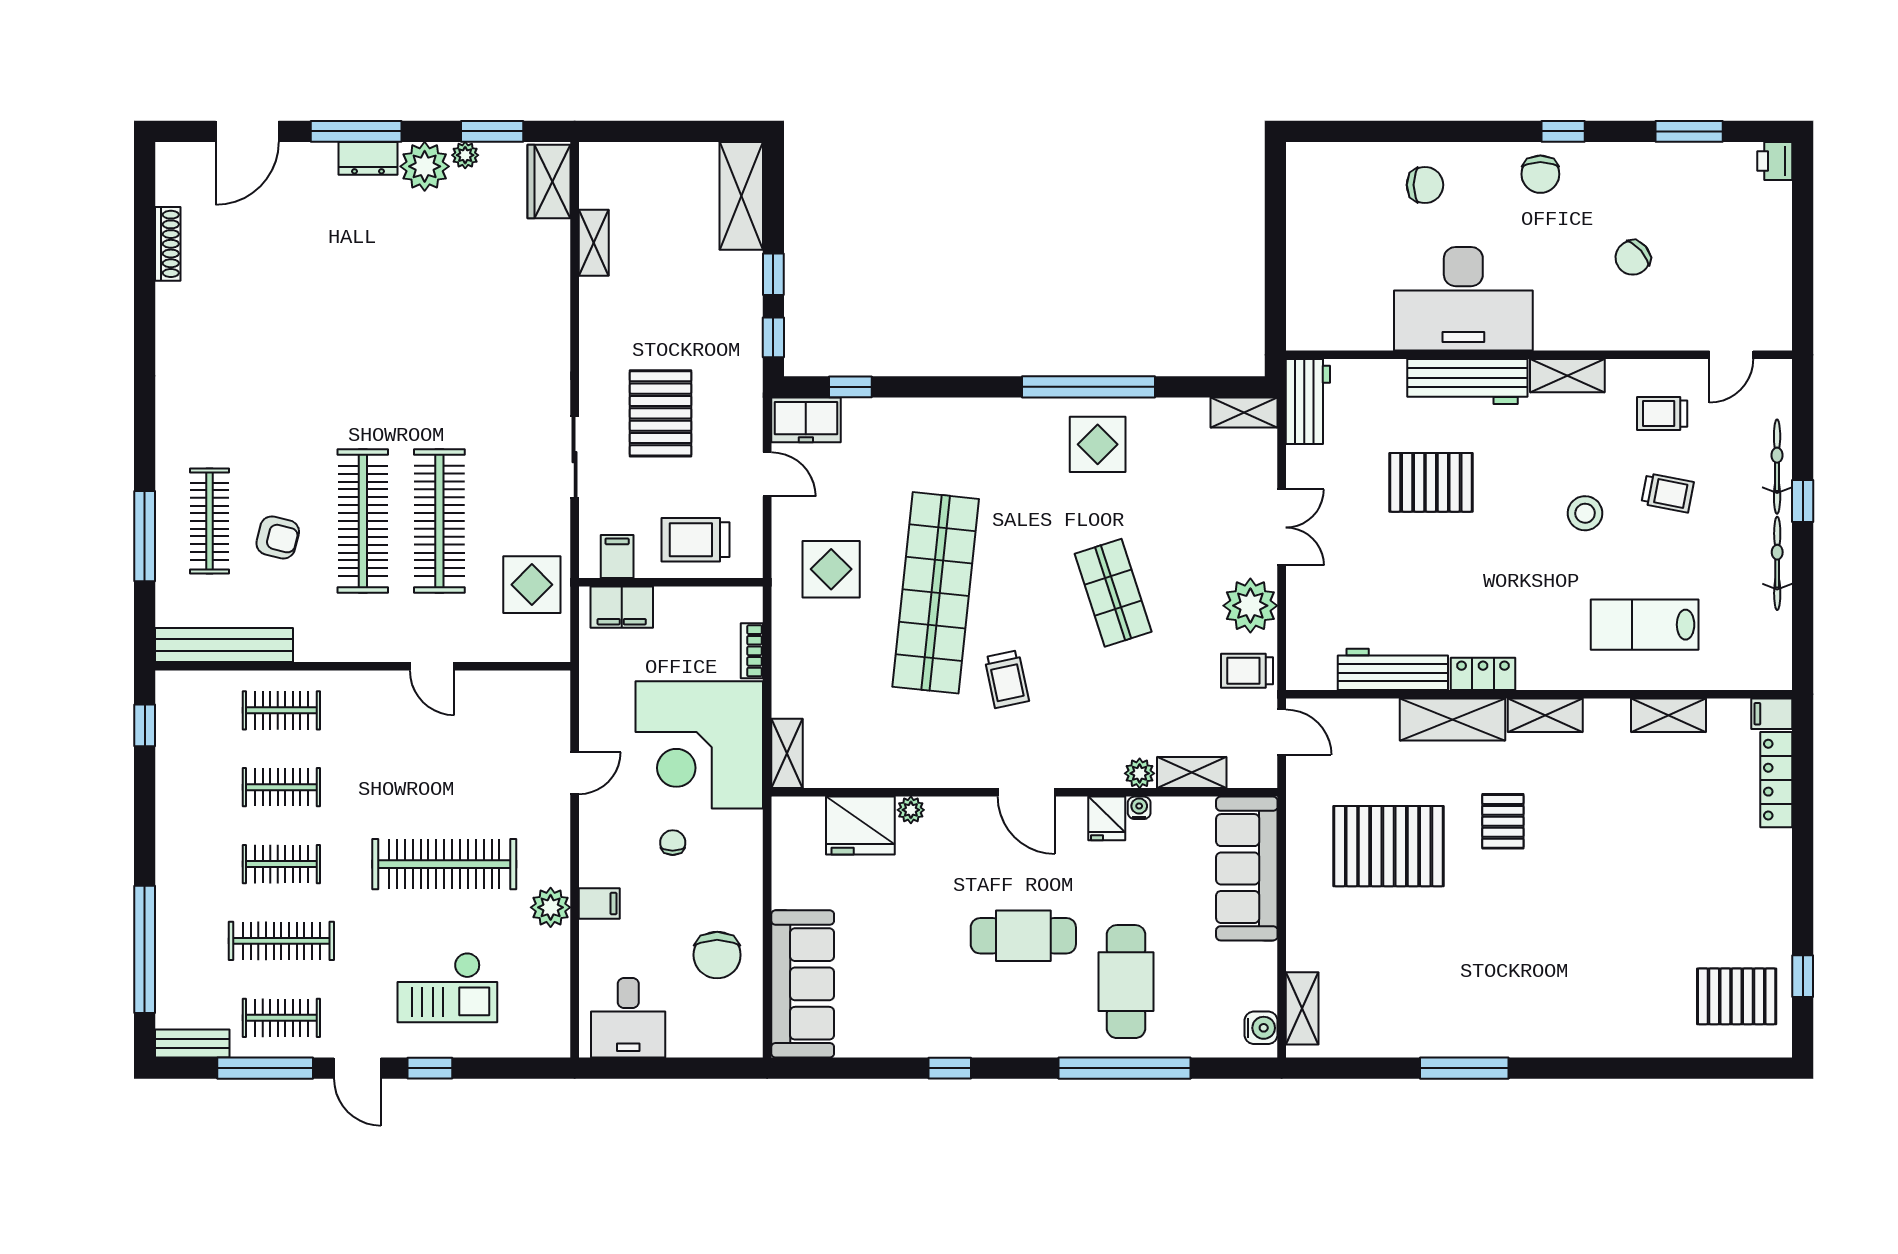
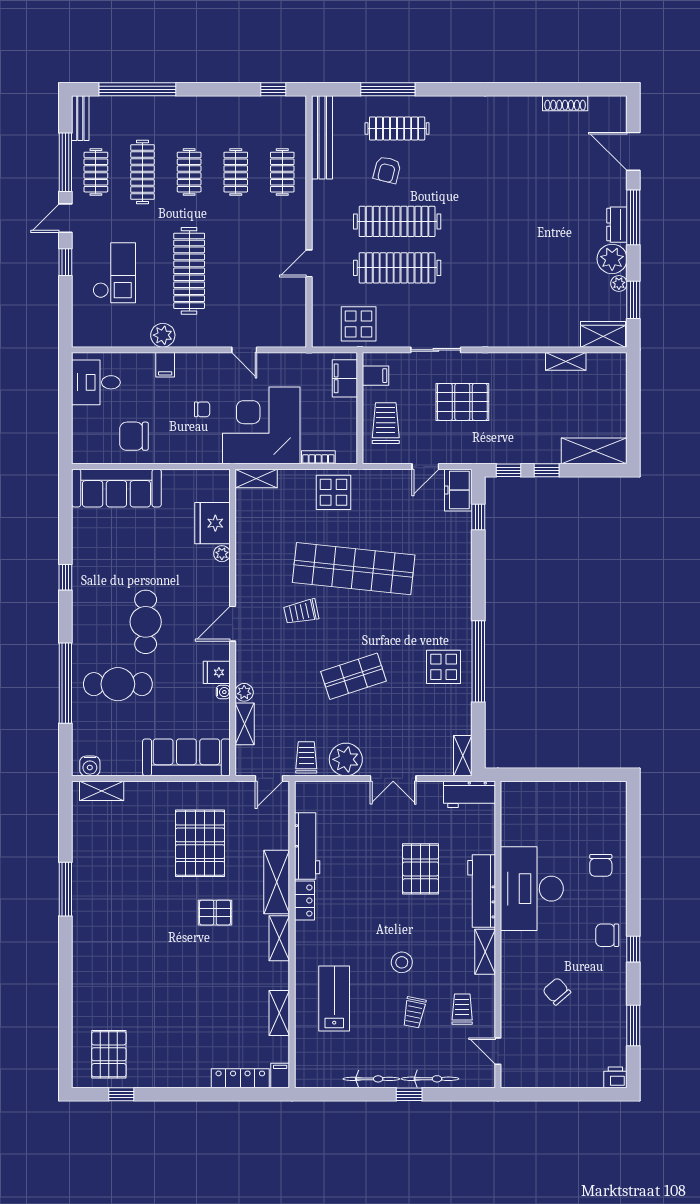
display table: (831, 569) -> (334, 492), moved
checkout: (447, 987) -> (114, 273), turned 180

